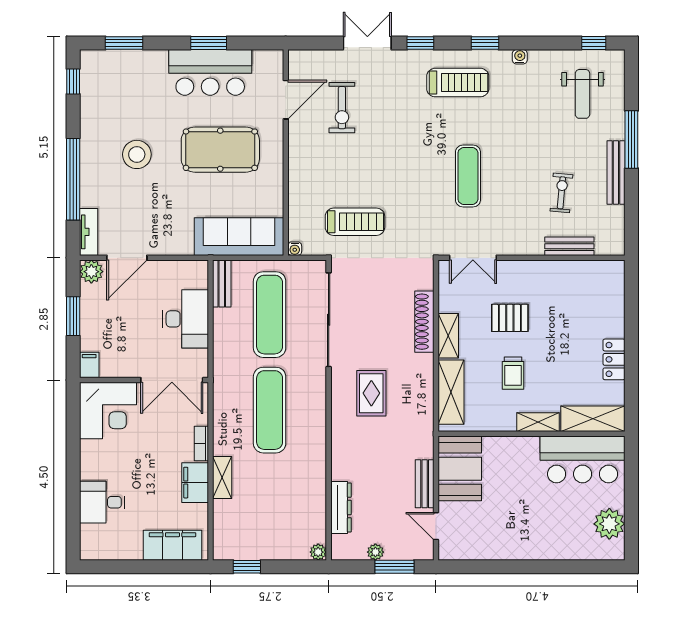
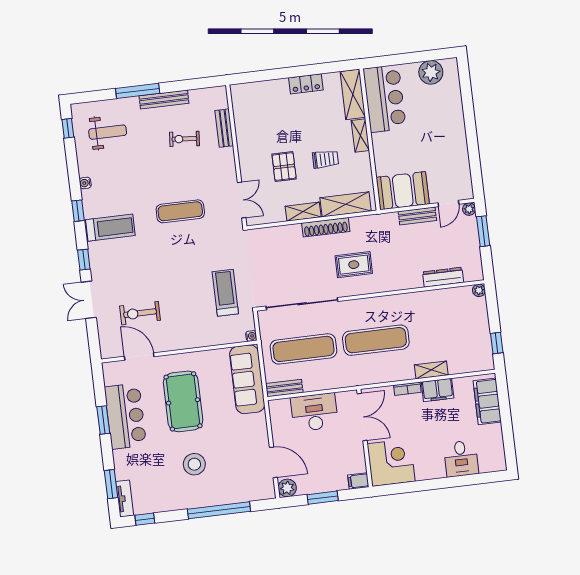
treadmill: (458, 83) -> (110, 228), turned 90
exercise bike: (342, 108) -> (140, 313), turned 180
tv unit: (89, 232) -> (125, 499), moved, turned 90
shoe rack: (424, 322) -> (326, 227), moved
plant: (375, 552) -> (469, 209), moved

